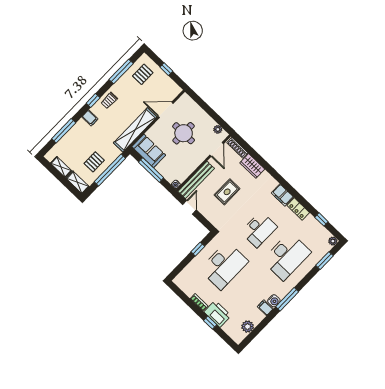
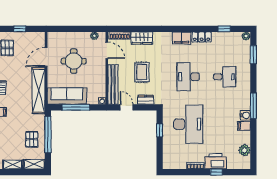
sofa: (149, 151) -> (67, 96), width x1.36
dresser: (210, 216) -> (146, 100), added
desk: (259, 229) -> (188, 77), turned 180
desk: (287, 256) -> (225, 77), width x0.53, depth x0.77

